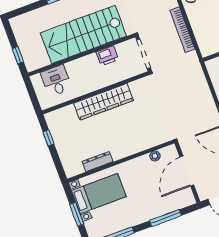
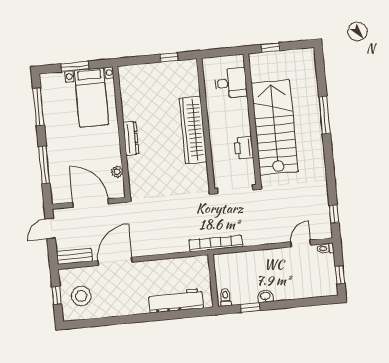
bookcase: (182, 30) -> (216, 243), moved
dresser: (98, 162) -> (131, 138), moved

